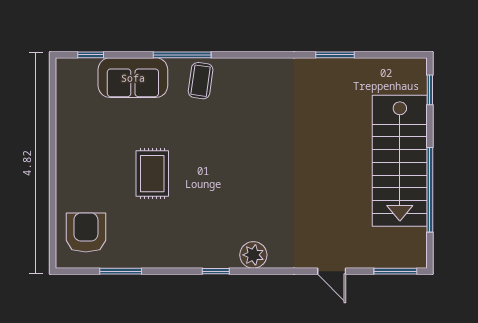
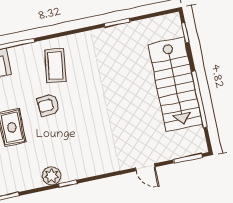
coffee table: (201, 81) -> (55, 66), moved, width x1.36, depth x1.30
armchair: (211, 152) -> (48, 105), added
plant: (253, 255) -> (52, 176), moved

